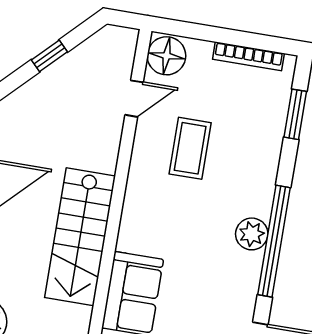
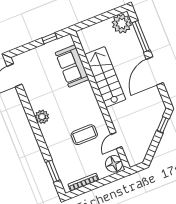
window: (49, 56) -> (163, 125), moved
coffee table: (190, 148) -> (84, 135), turned 90
window: (274, 241) -> (32, 119), removed

